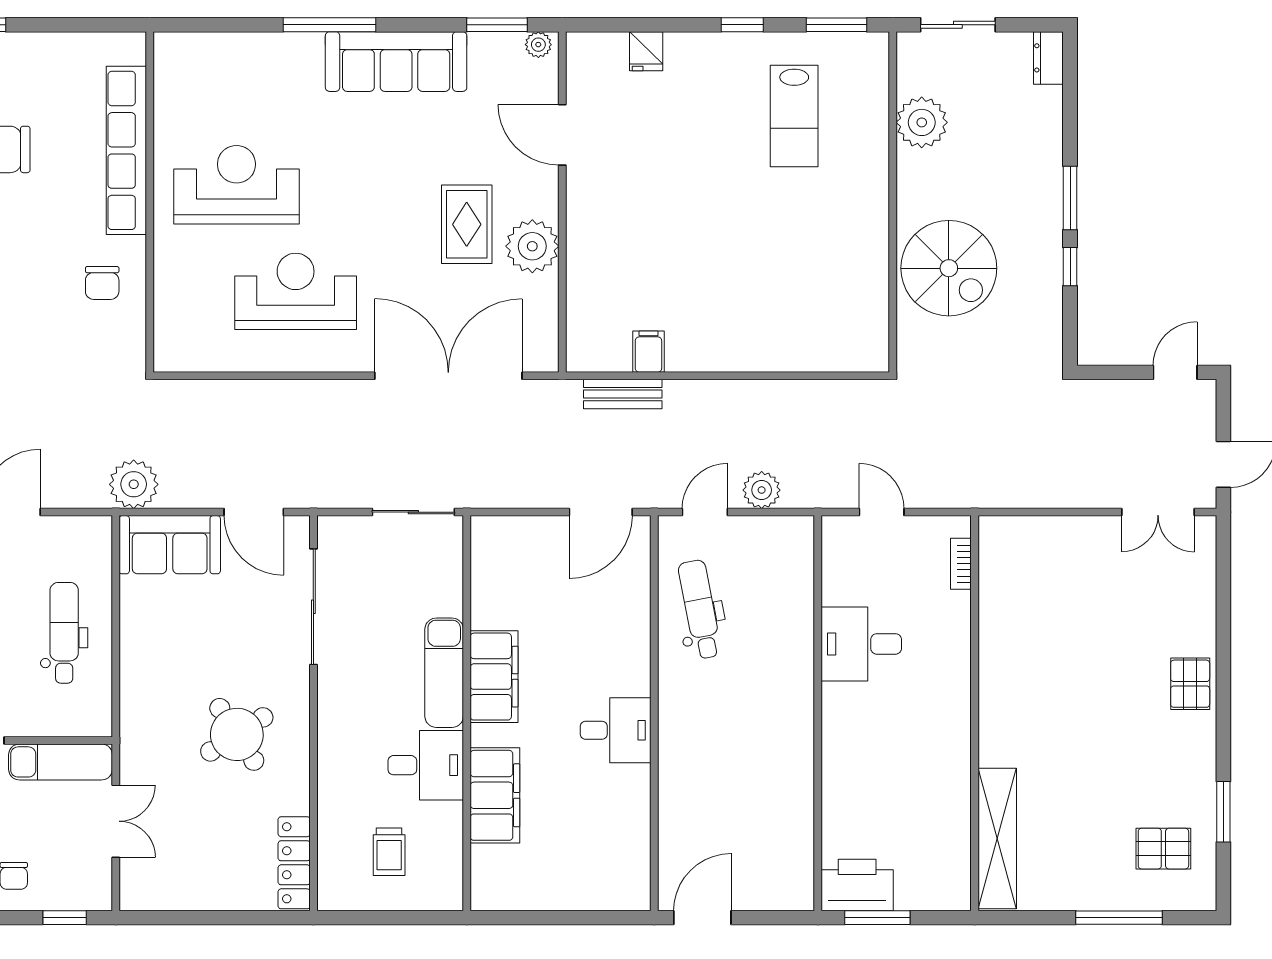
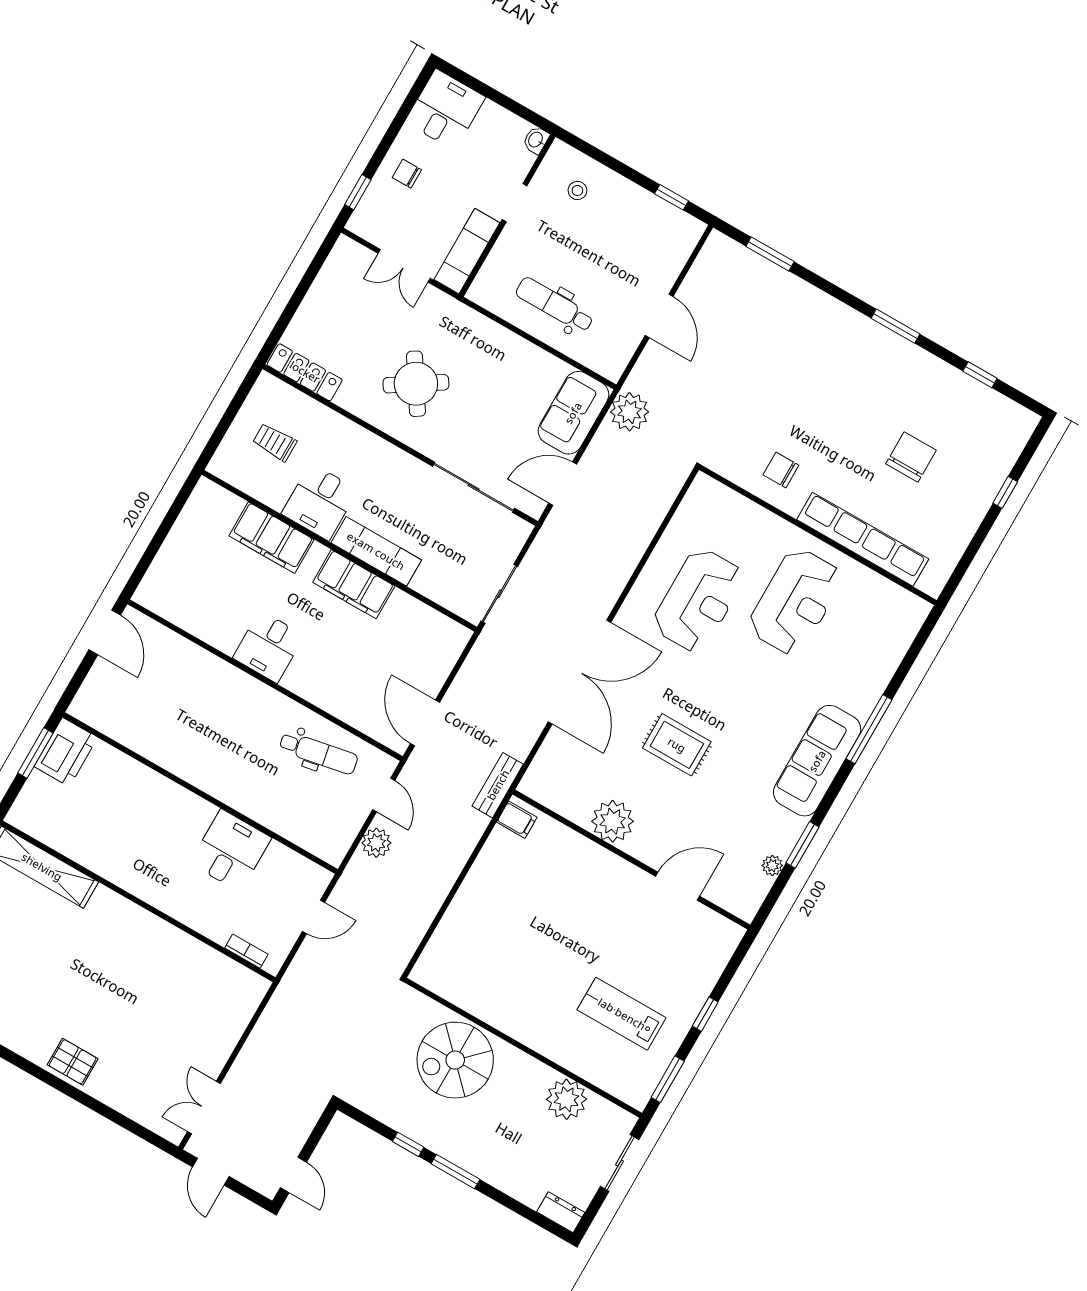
fridge: (646, 51) -> (725, 937), removed
door: (562, 135) -> (678, 886), moved
wall: (562, 202) -> (631, 860), moved
plant: (532, 246) -> (613, 821), moved
dental chair: (64, 633) -> (555, 305), turned 180

